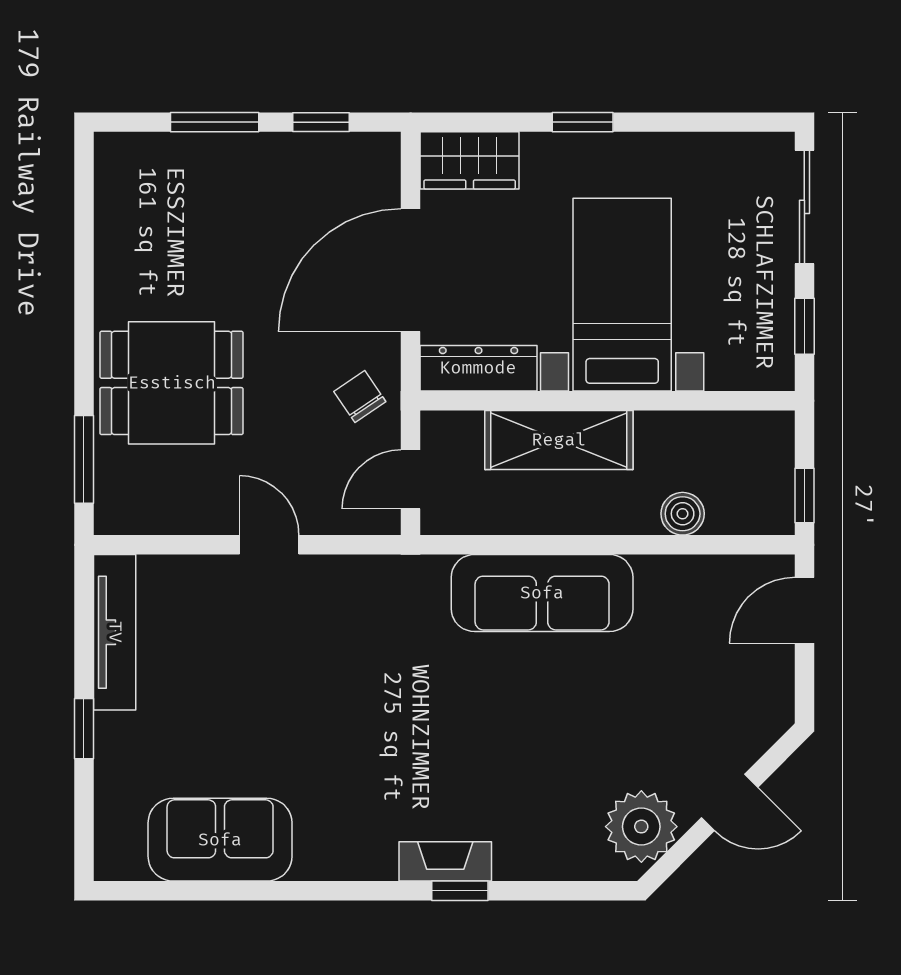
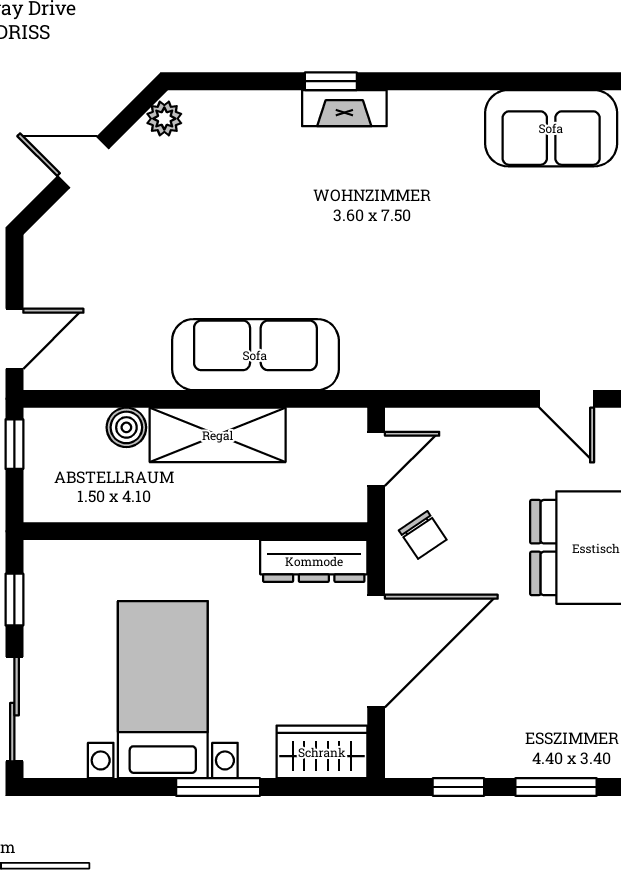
window: (583, 122) -> (218, 787), width x1.50
bed with nightstands: (622, 295) -> (163, 690), moved, turned 180
shelving: (559, 440) -> (218, 435), moved
door: (269, 545) -> (567, 399), moved
plant: (641, 827) -> (164, 119), width x0.53, depth x0.53

